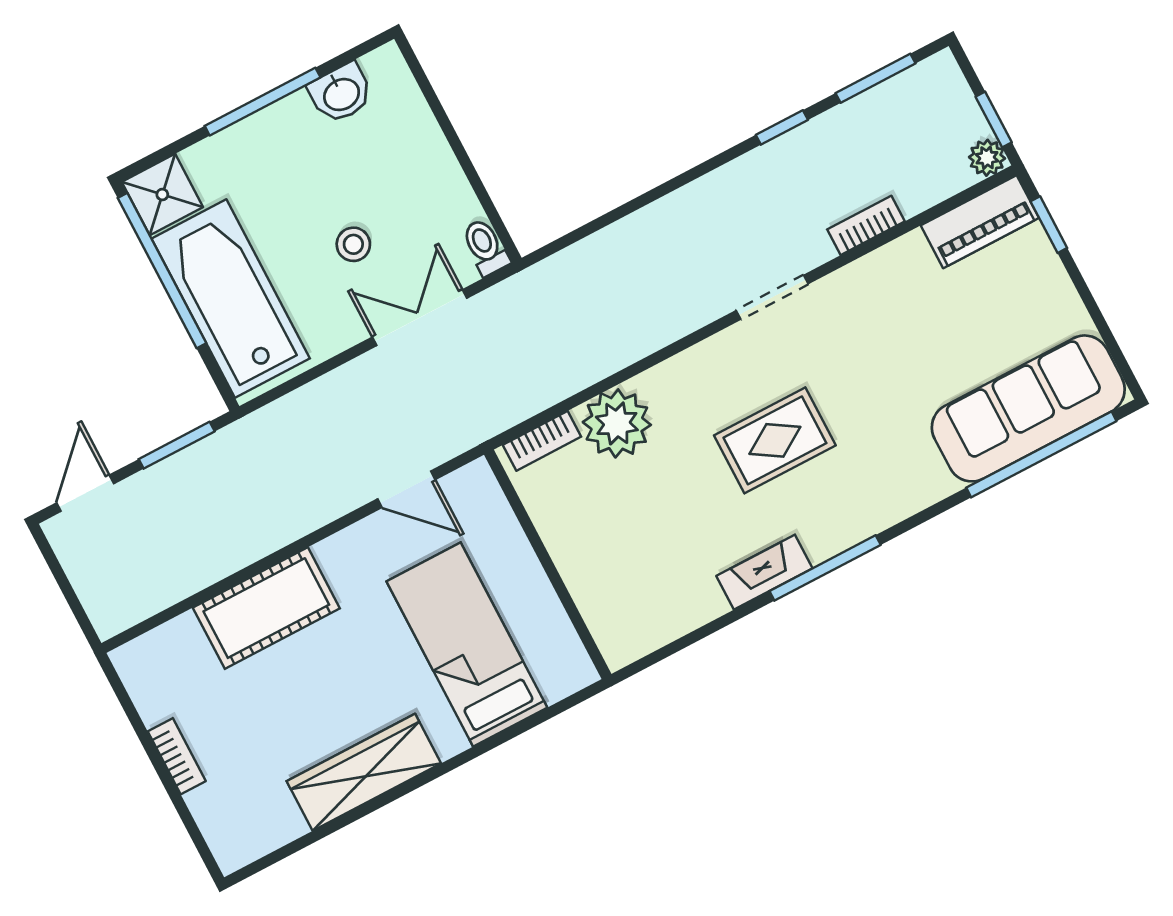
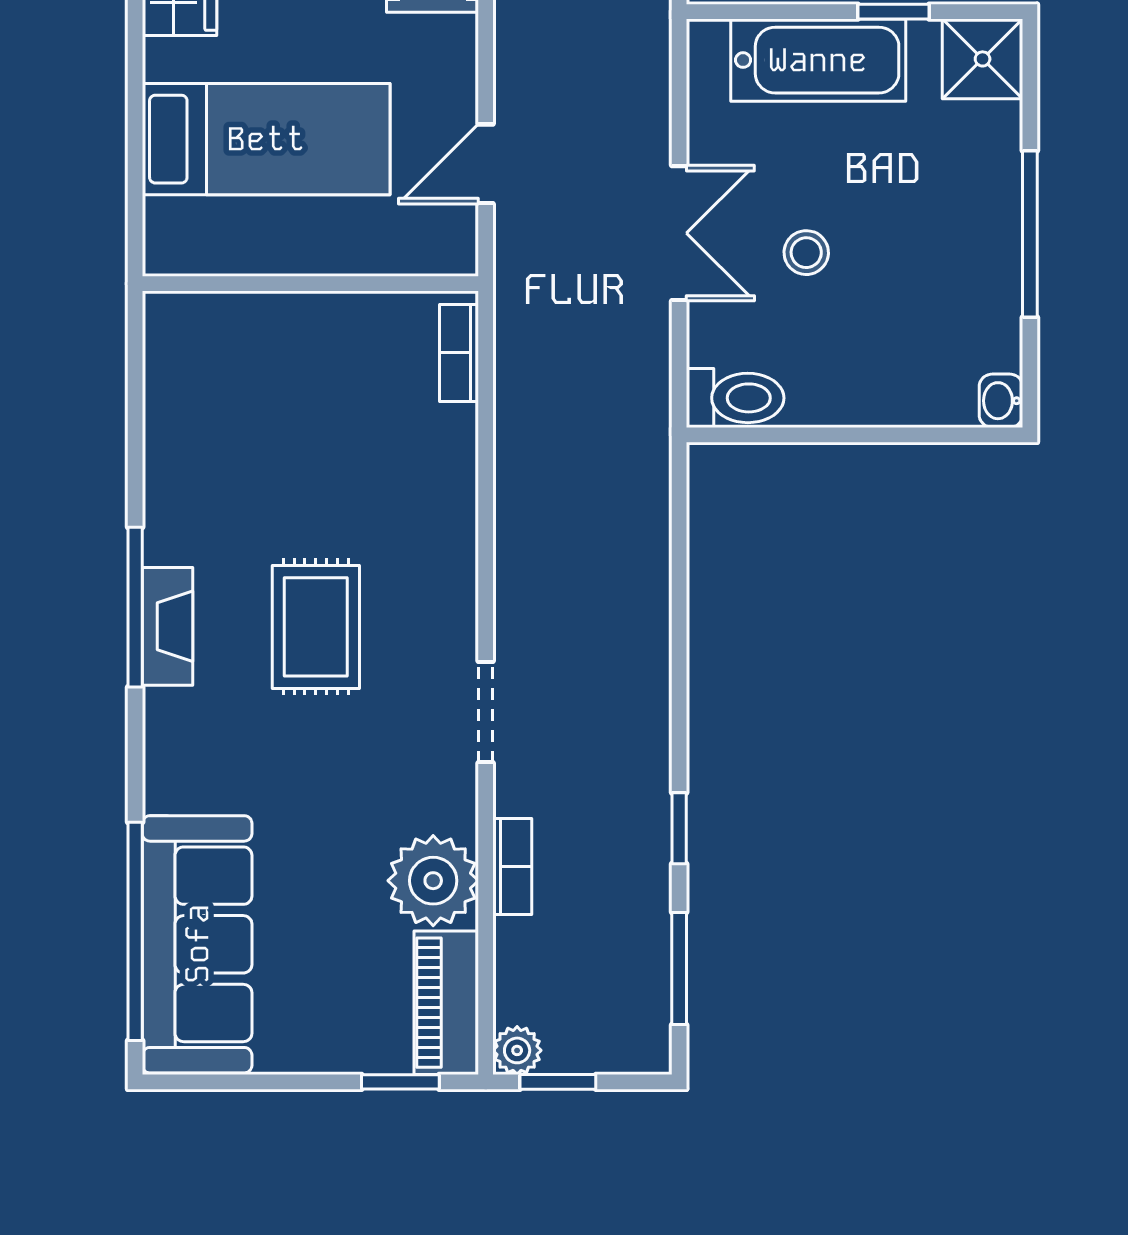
washbasin: (341, 93) -> (1001, 401), moved, width x0.72, depth x0.69
toilet: (485, 247) -> (735, 398), width x1.37, depth x1.39
window: (162, 271) -> (893, 12), width x0.32
bathtub: (231, 298) -> (818, 60), width x0.73, depth x0.73
double door: (420, 318) -> (679, 233), moved
plant: (617, 423) -> (433, 881), moved
fireplace: (764, 572) -> (168, 626), moved

